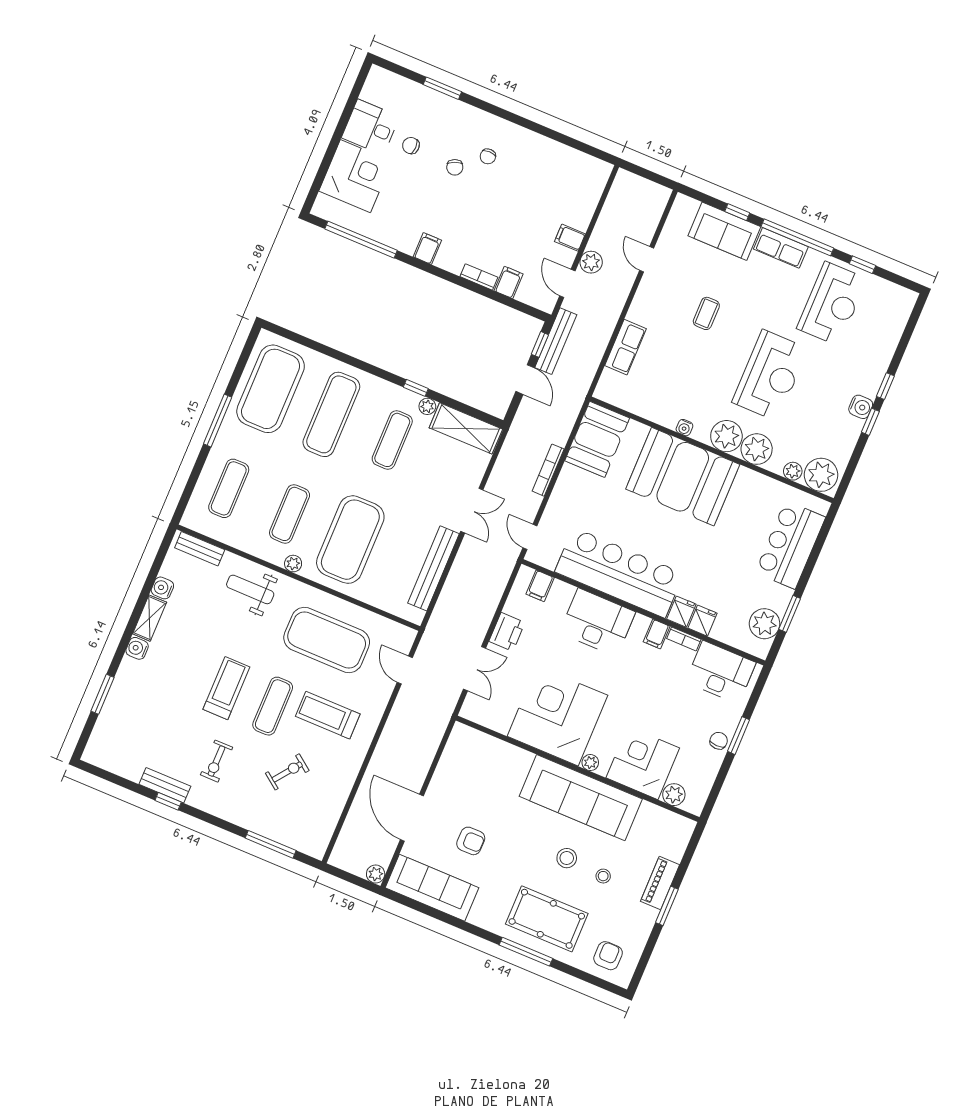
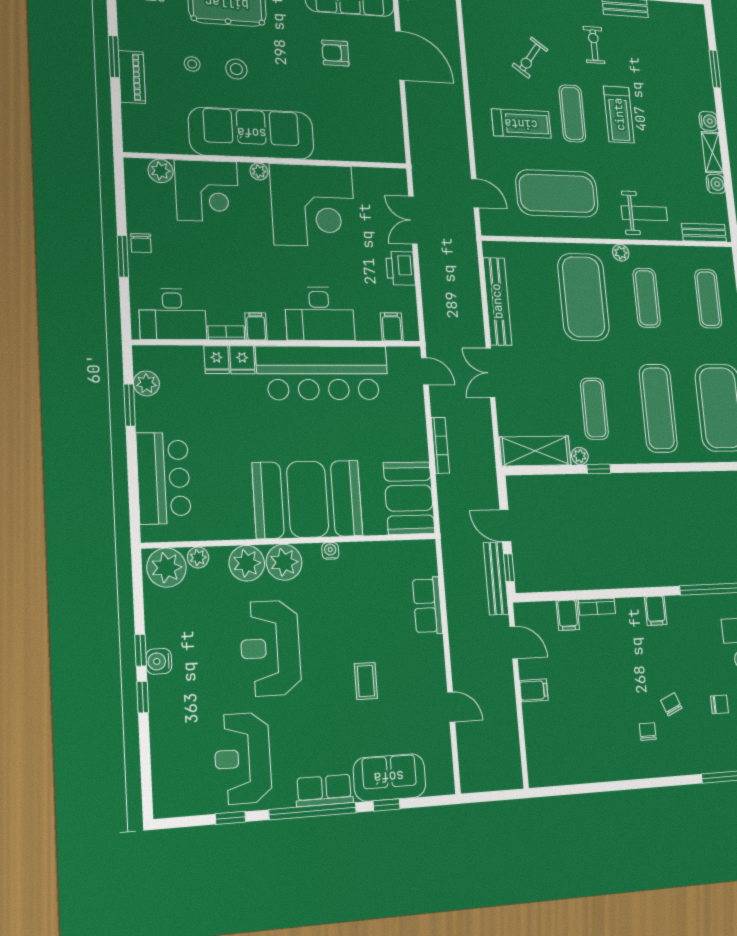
plant: (591, 262) -> (502, 676), removed
plant: (765, 624) -> (146, 383), width x0.73, depth x0.73

